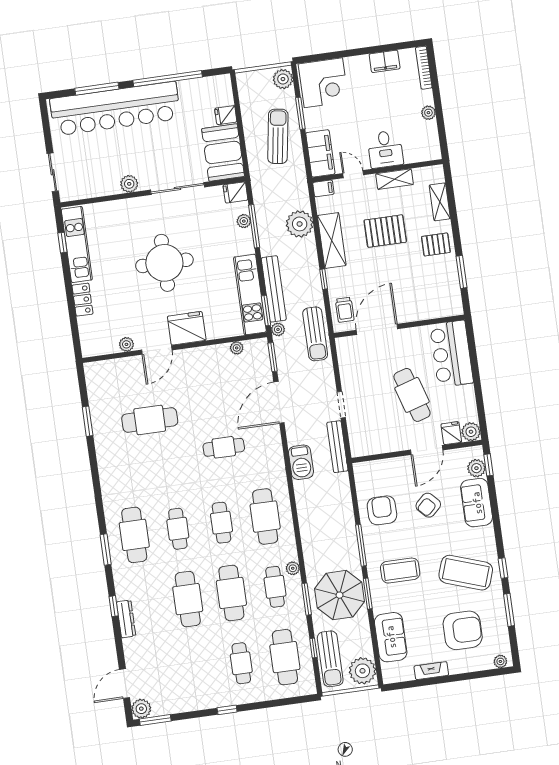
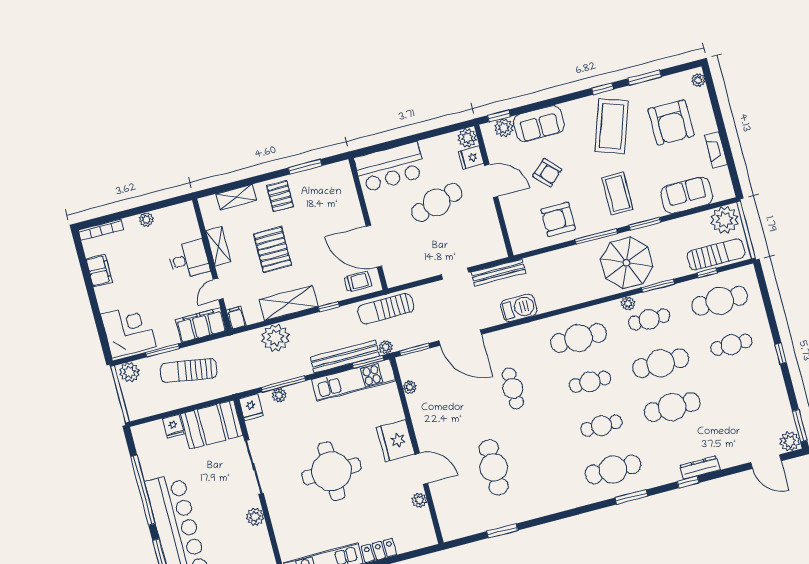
sun lounger: (315, 334) -> (386, 309), turned 180
parasol: (340, 595) -> (627, 263), moved
armchair: (463, 630) -> (671, 123), turned 180

